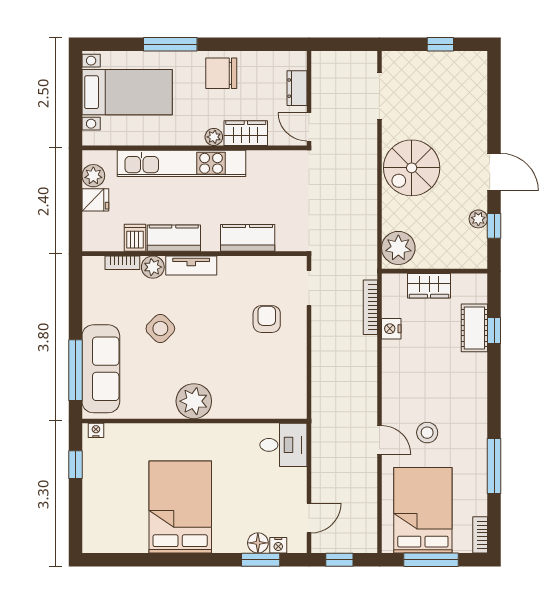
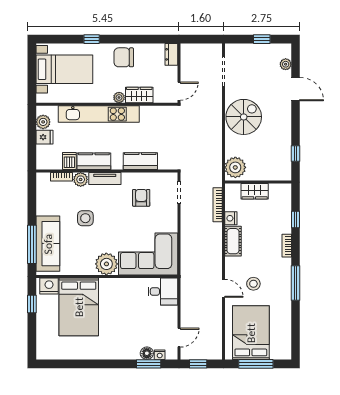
window: (170, 44) -> (92, 39), width x0.46
dresser: (297, 88) -> (171, 54), moved
door: (309, 127) -> (179, 91), swing flipped
spiral stairs: (412, 168) -> (244, 117), turned 180
door: (494, 172) -> (296, 89), moved
plant: (478, 219) -> (286, 64), moved
armchair: (267, 319) -> (141, 198), moved
cot: (474, 328) -> (233, 241), moved
side table: (160, 329) -> (85, 218), turned 45
corner sofa: (260, 385) -> (148, 254), added
nightstand: (96, 430) -> (49, 286), width x1.89, depth x1.79
window: (494, 466) -> (296, 283), moved
bed: (180, 507) -> (79, 307), moved, turned 180
bookcase: (480, 535) -> (287, 246), moved

